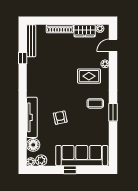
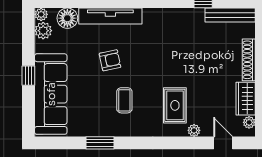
coffee table: (95, 103) -> (124, 100), moved
window: (113, 112) -> (100, 143), moved

